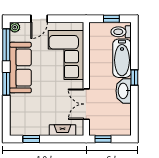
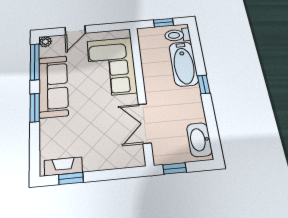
washbasin: (124, 91) -> (199, 140), moved
fireplace: (62, 130) -> (63, 166), moved

